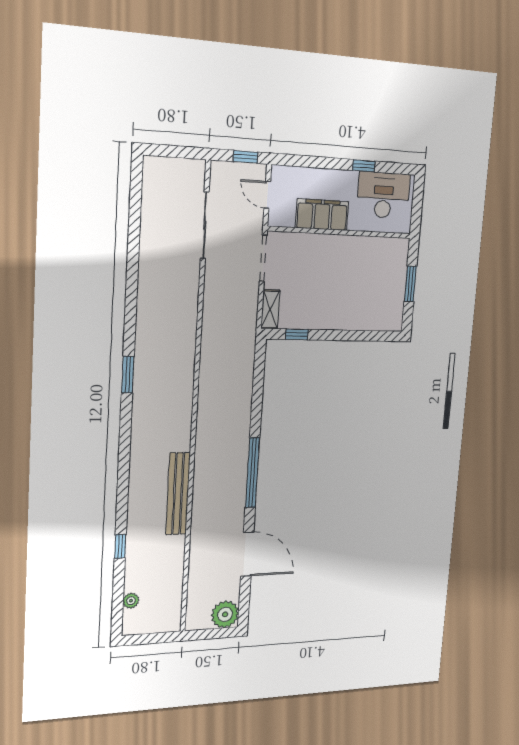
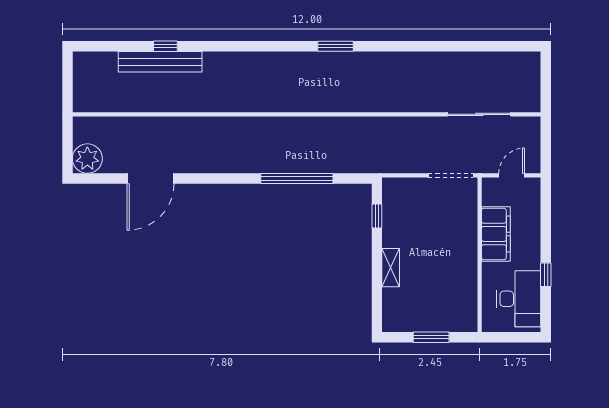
window: (246, 157) -> (546, 151), removed
shelving: (270, 309) -> (391, 268), moved, turned 90
window: (252, 473) -> (297, 179), moved
bench: (178, 494) -> (160, 62), moved
plant: (131, 601) -> (109, 59), removed

